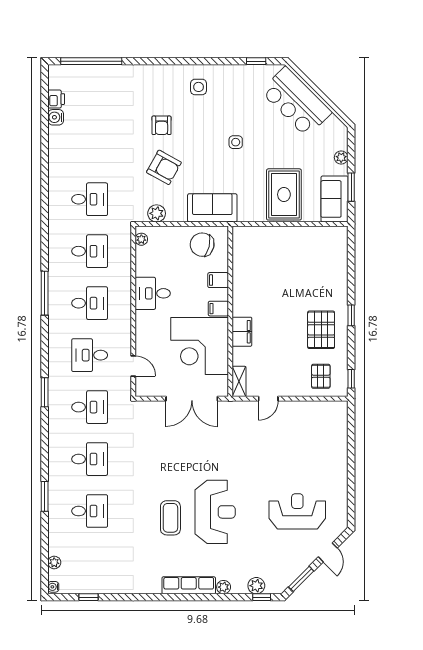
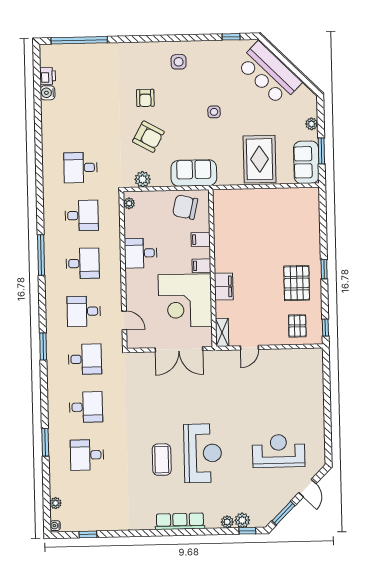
desk: (90, 199) -> (81, 168), turned 180
desk: (90, 511) -> (87, 455), turned 180
plant: (224, 587) -> (227, 522), moved

